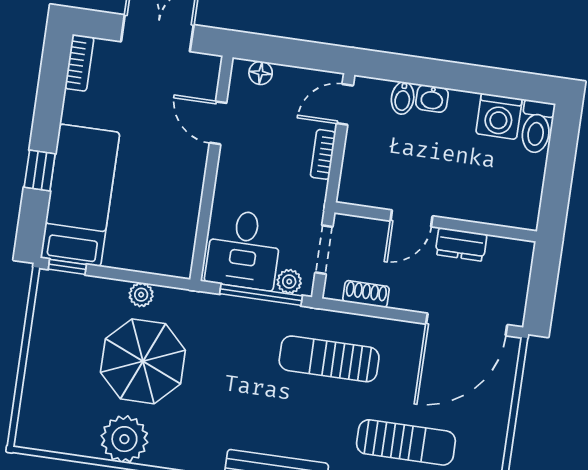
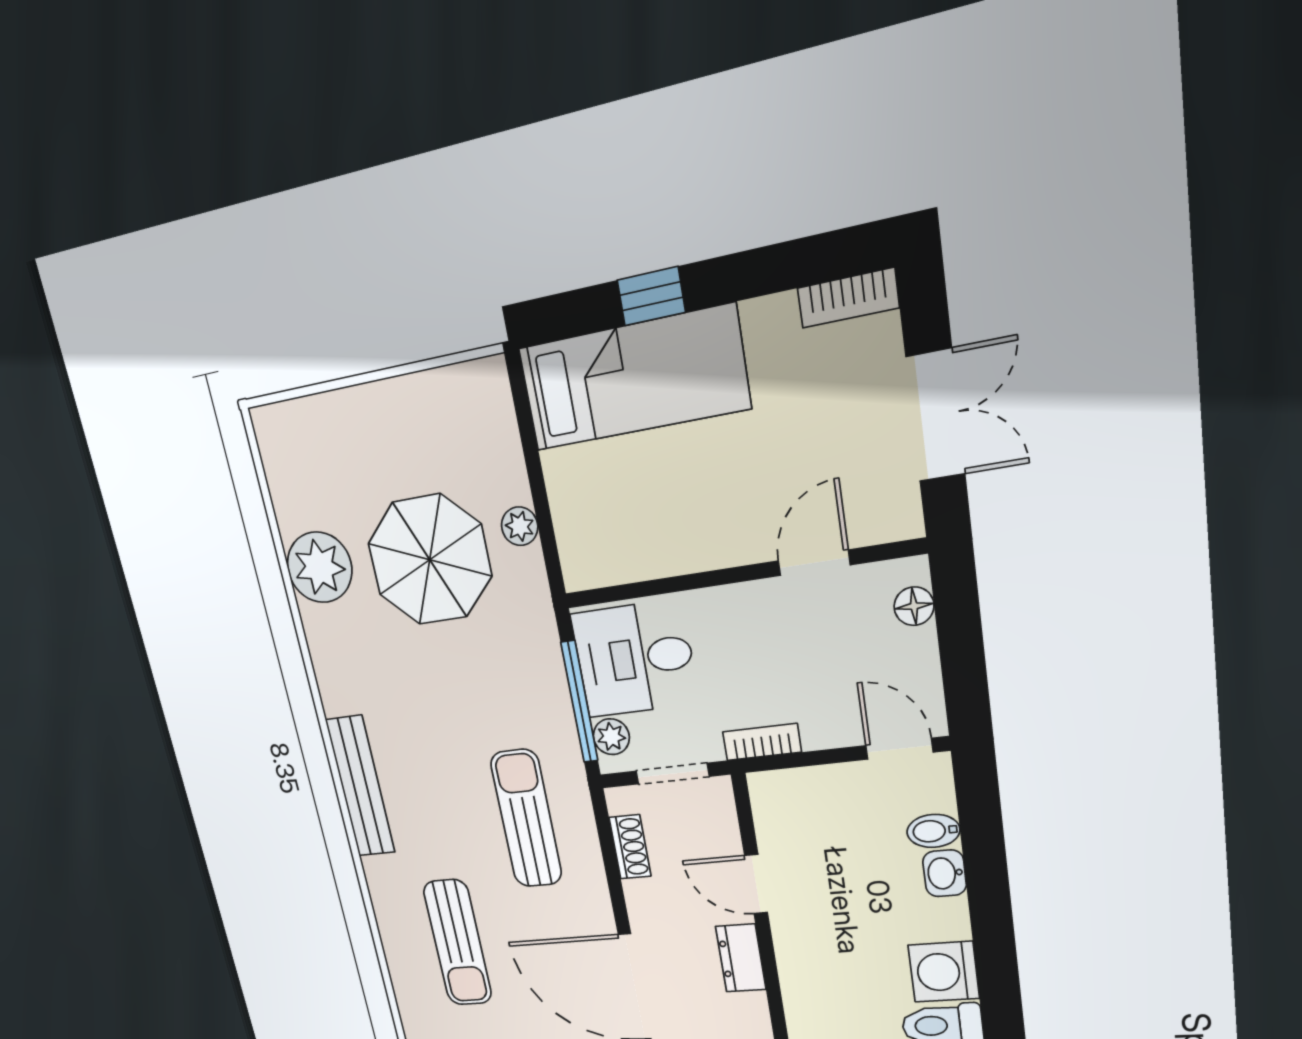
bookcase: (323, 154) -> (762, 742), moved
window: (67, 267) -> (520, 398), removed

